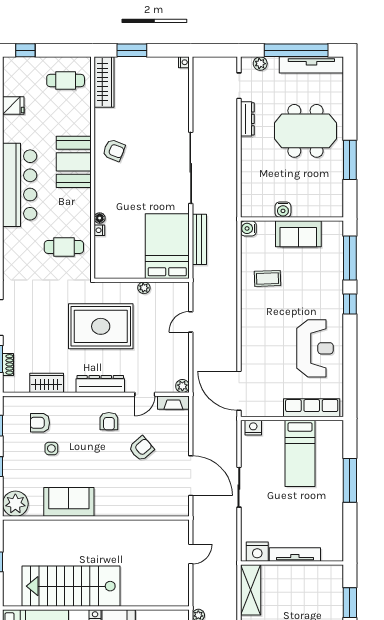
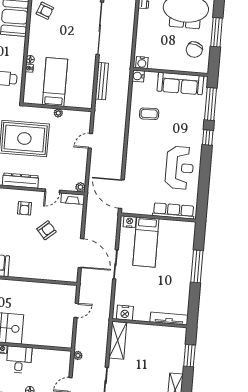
chair: (322, 186) -> (194, 50), added
water cooler: (283, 210) -> (142, 63), moved
sofa: (298, 234) -> (180, 84), width x1.36
bed: (167, 246) -> (55, 82), moved, width x0.67
bed: (300, 453) -> (146, 242), moved
tv unit: (295, 555) -> (169, 319), moved

